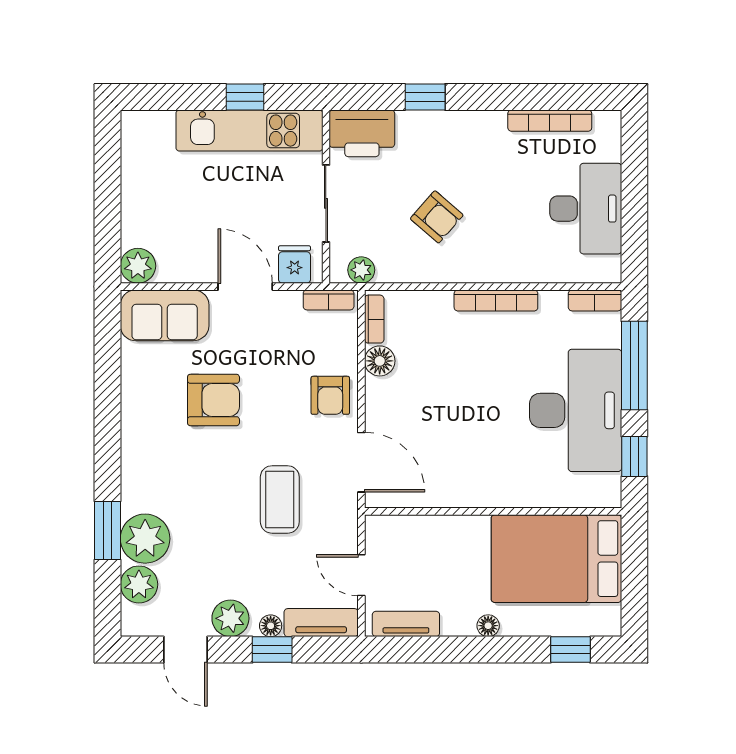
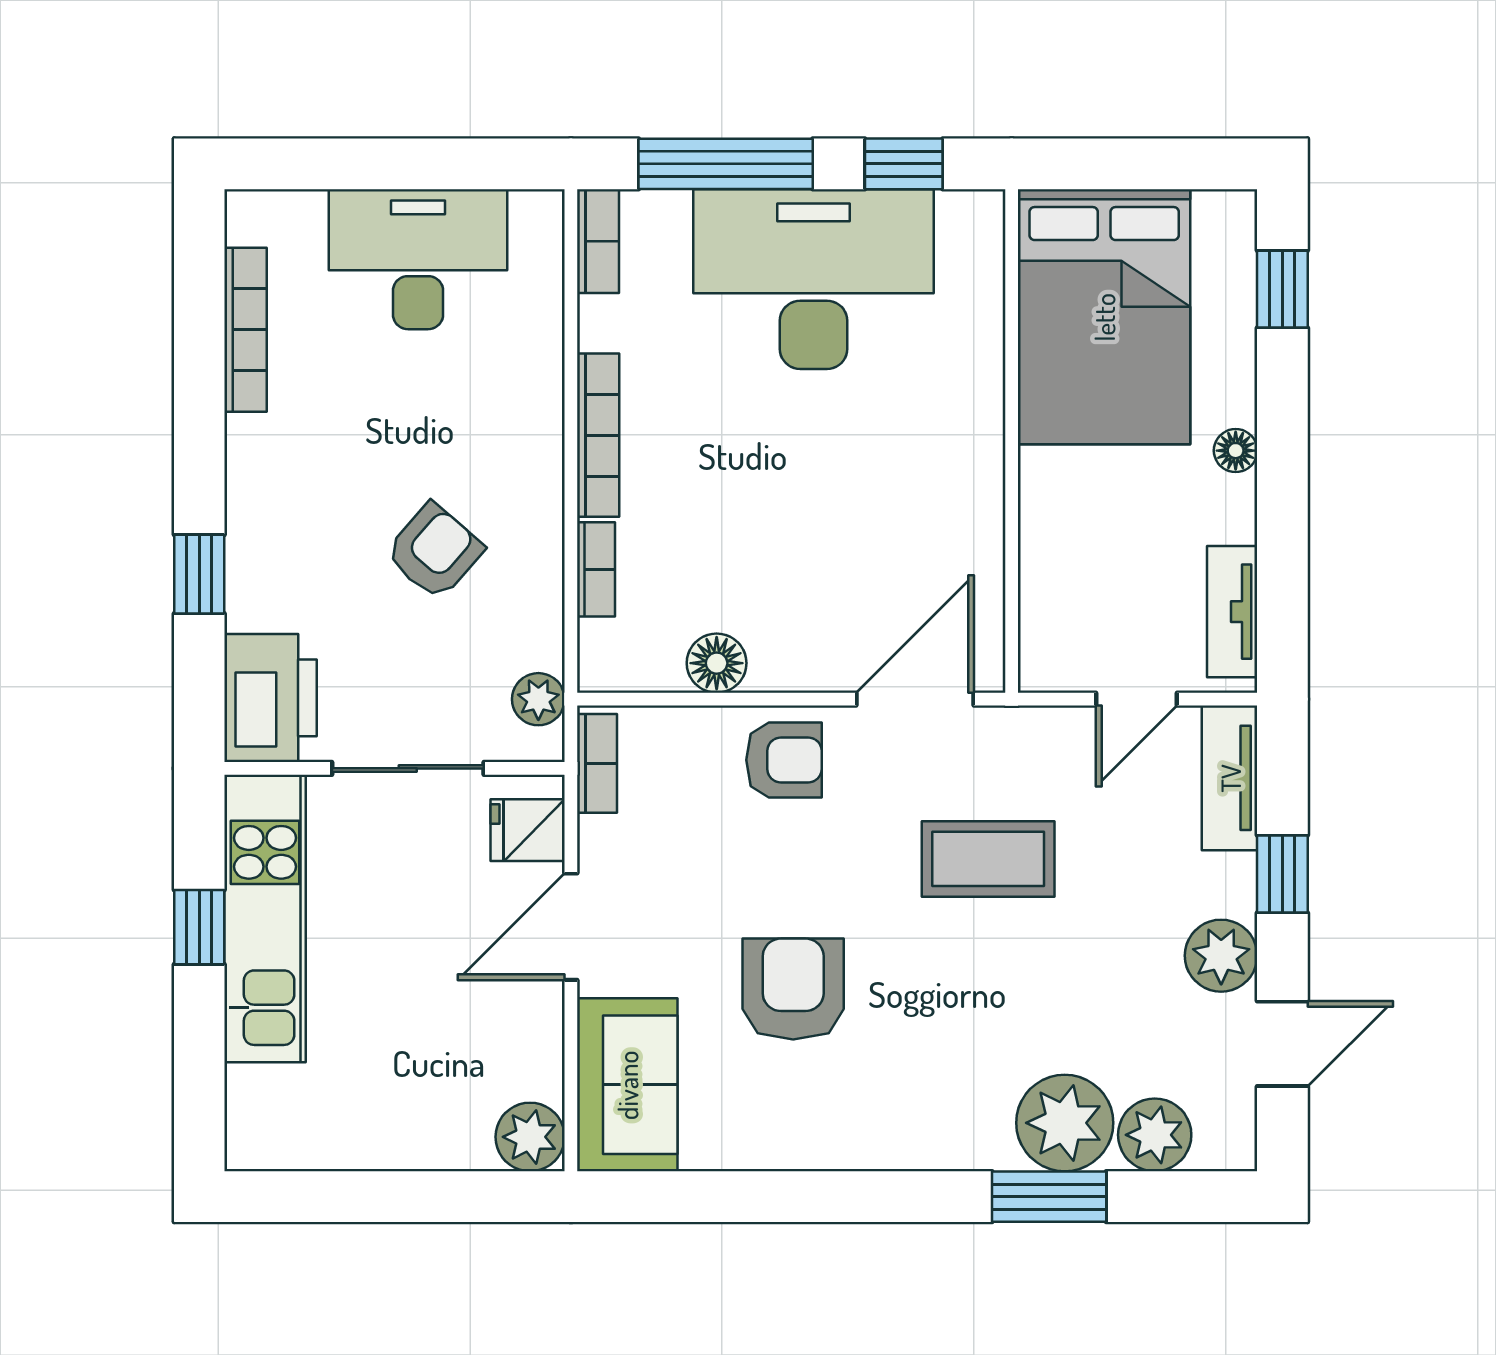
bookcase: (374, 319) -> (596, 569), moved, turned 90
floor lamp: (271, 626) -> (1236, 877), removed

